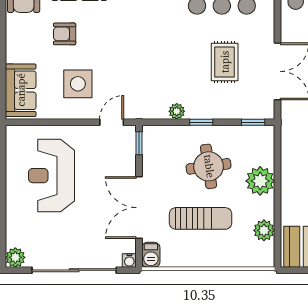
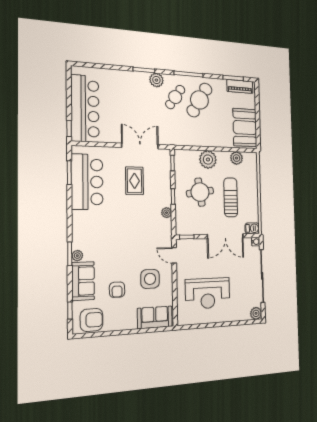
rug: (225, 62) -> (134, 181), turned 90

